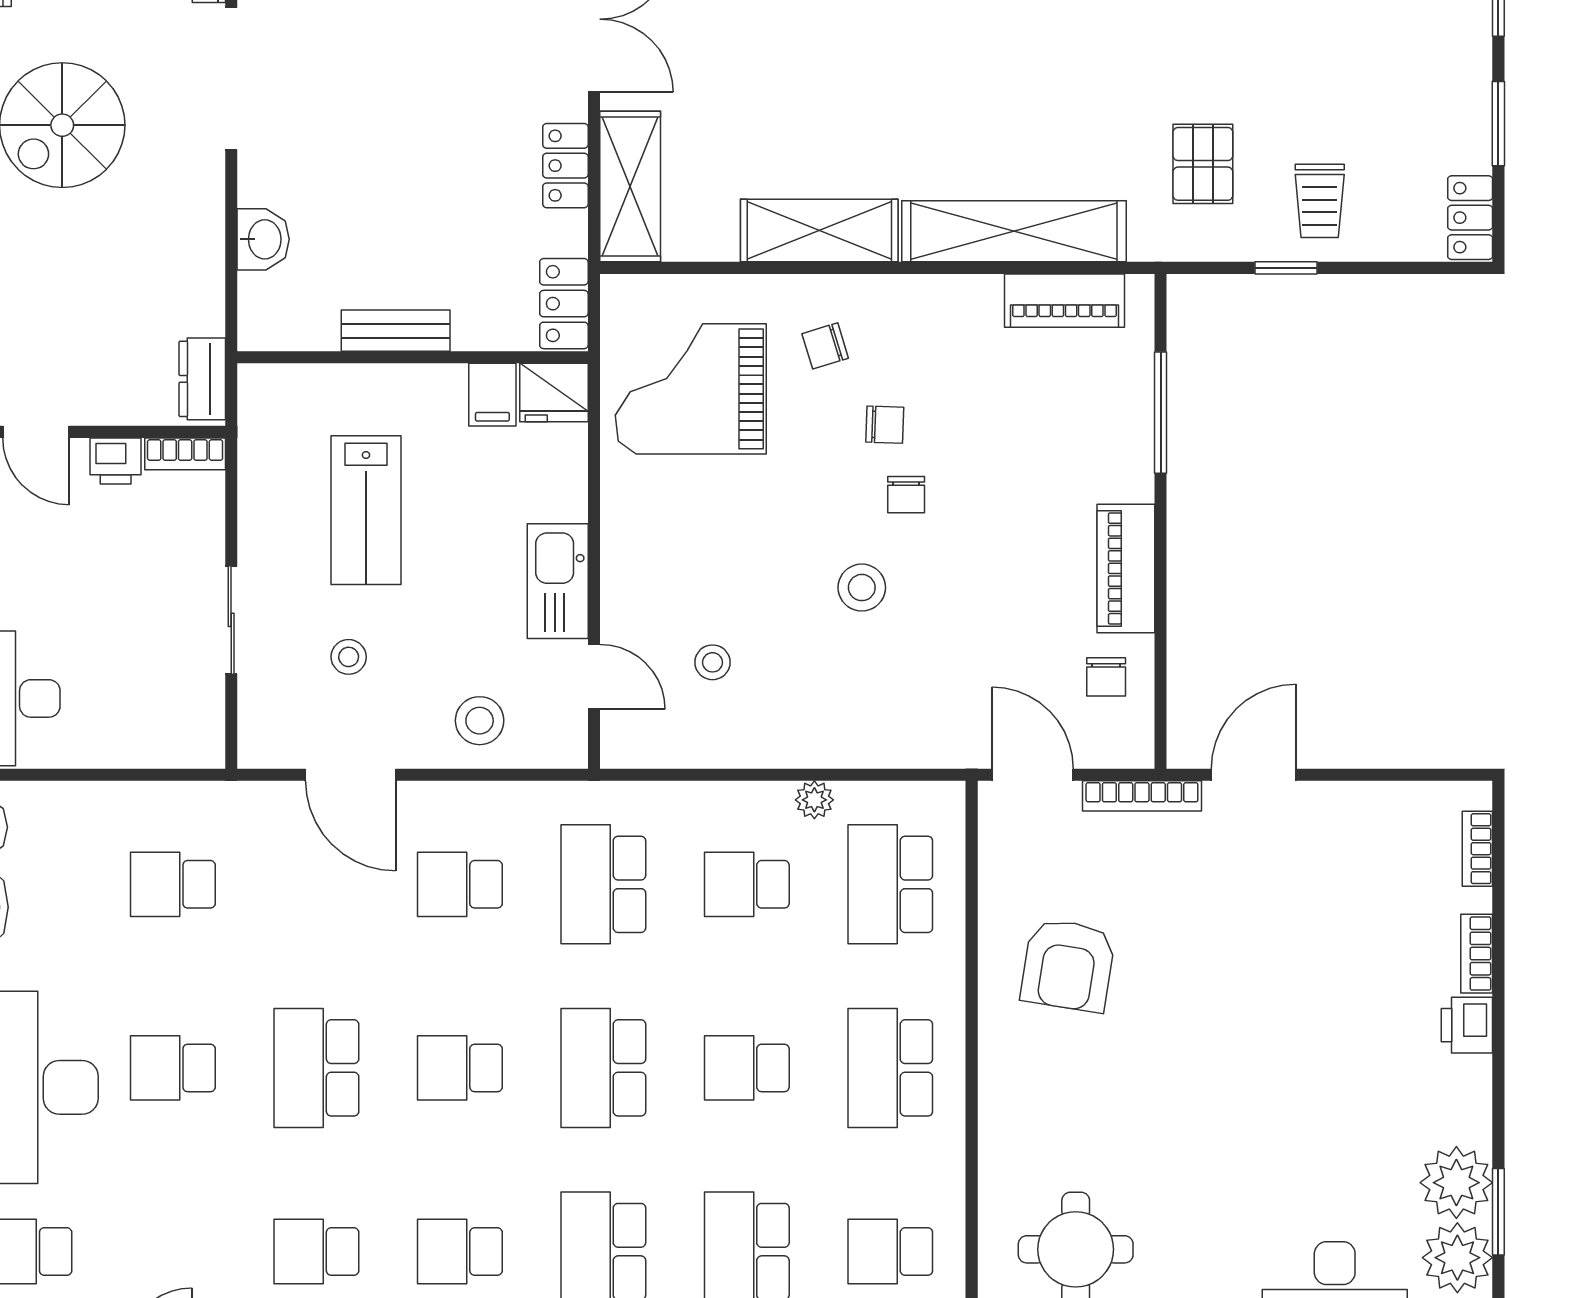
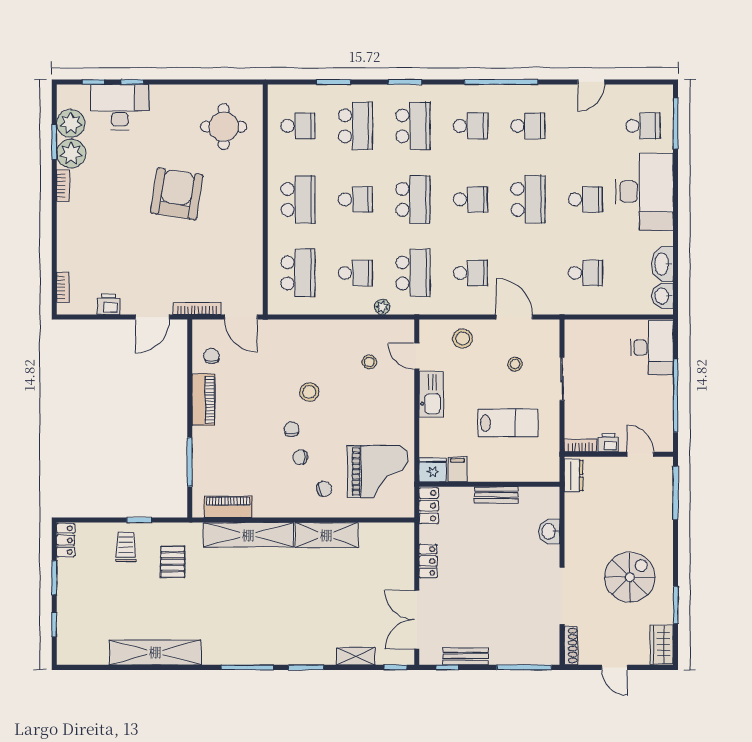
shelving: (630, 186) -> (402, 553), removed
lab bench: (366, 510) -> (508, 423), turned 90
plant: (814, 800) -> (382, 307), moved
bookcase: (1477, 954) -> (63, 185), moved
armchair: (1068, 965) -> (177, 194), moved, width x1.36, depth x1.36
printer: (1467, 1025) -> (108, 304), moved, turned -90

